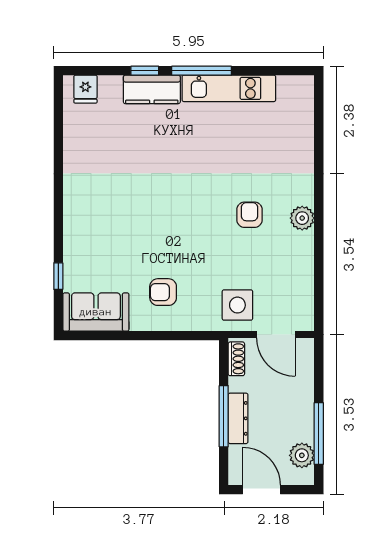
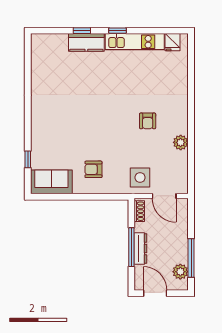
window: (202, 71) -> (118, 31), width x0.46
fridge: (85, 89) -> (172, 42), moved
armchair: (249, 215) -> (148, 121), turned 180
plant: (302, 218) -> (181, 142), moved

